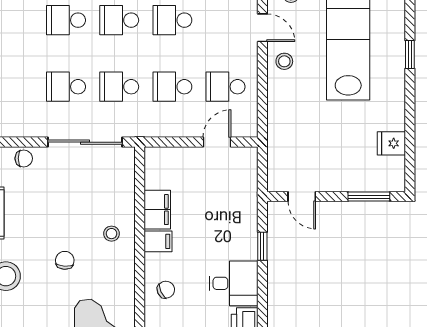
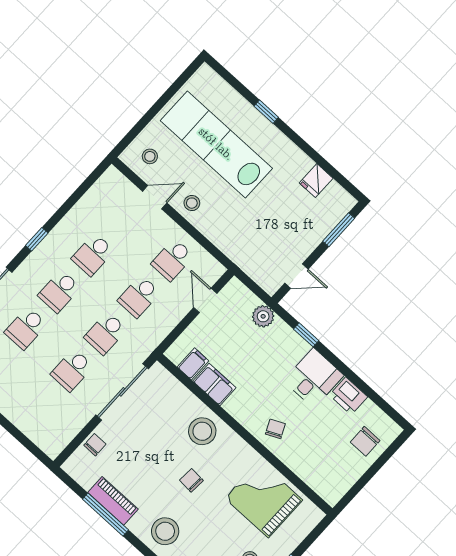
plant: (246, 199) -> (263, 316), added
stool: (111, 234) -> (202, 431), width x1.89, depth x1.89
filing cabinet: (158, 241) -> (193, 364), moved

